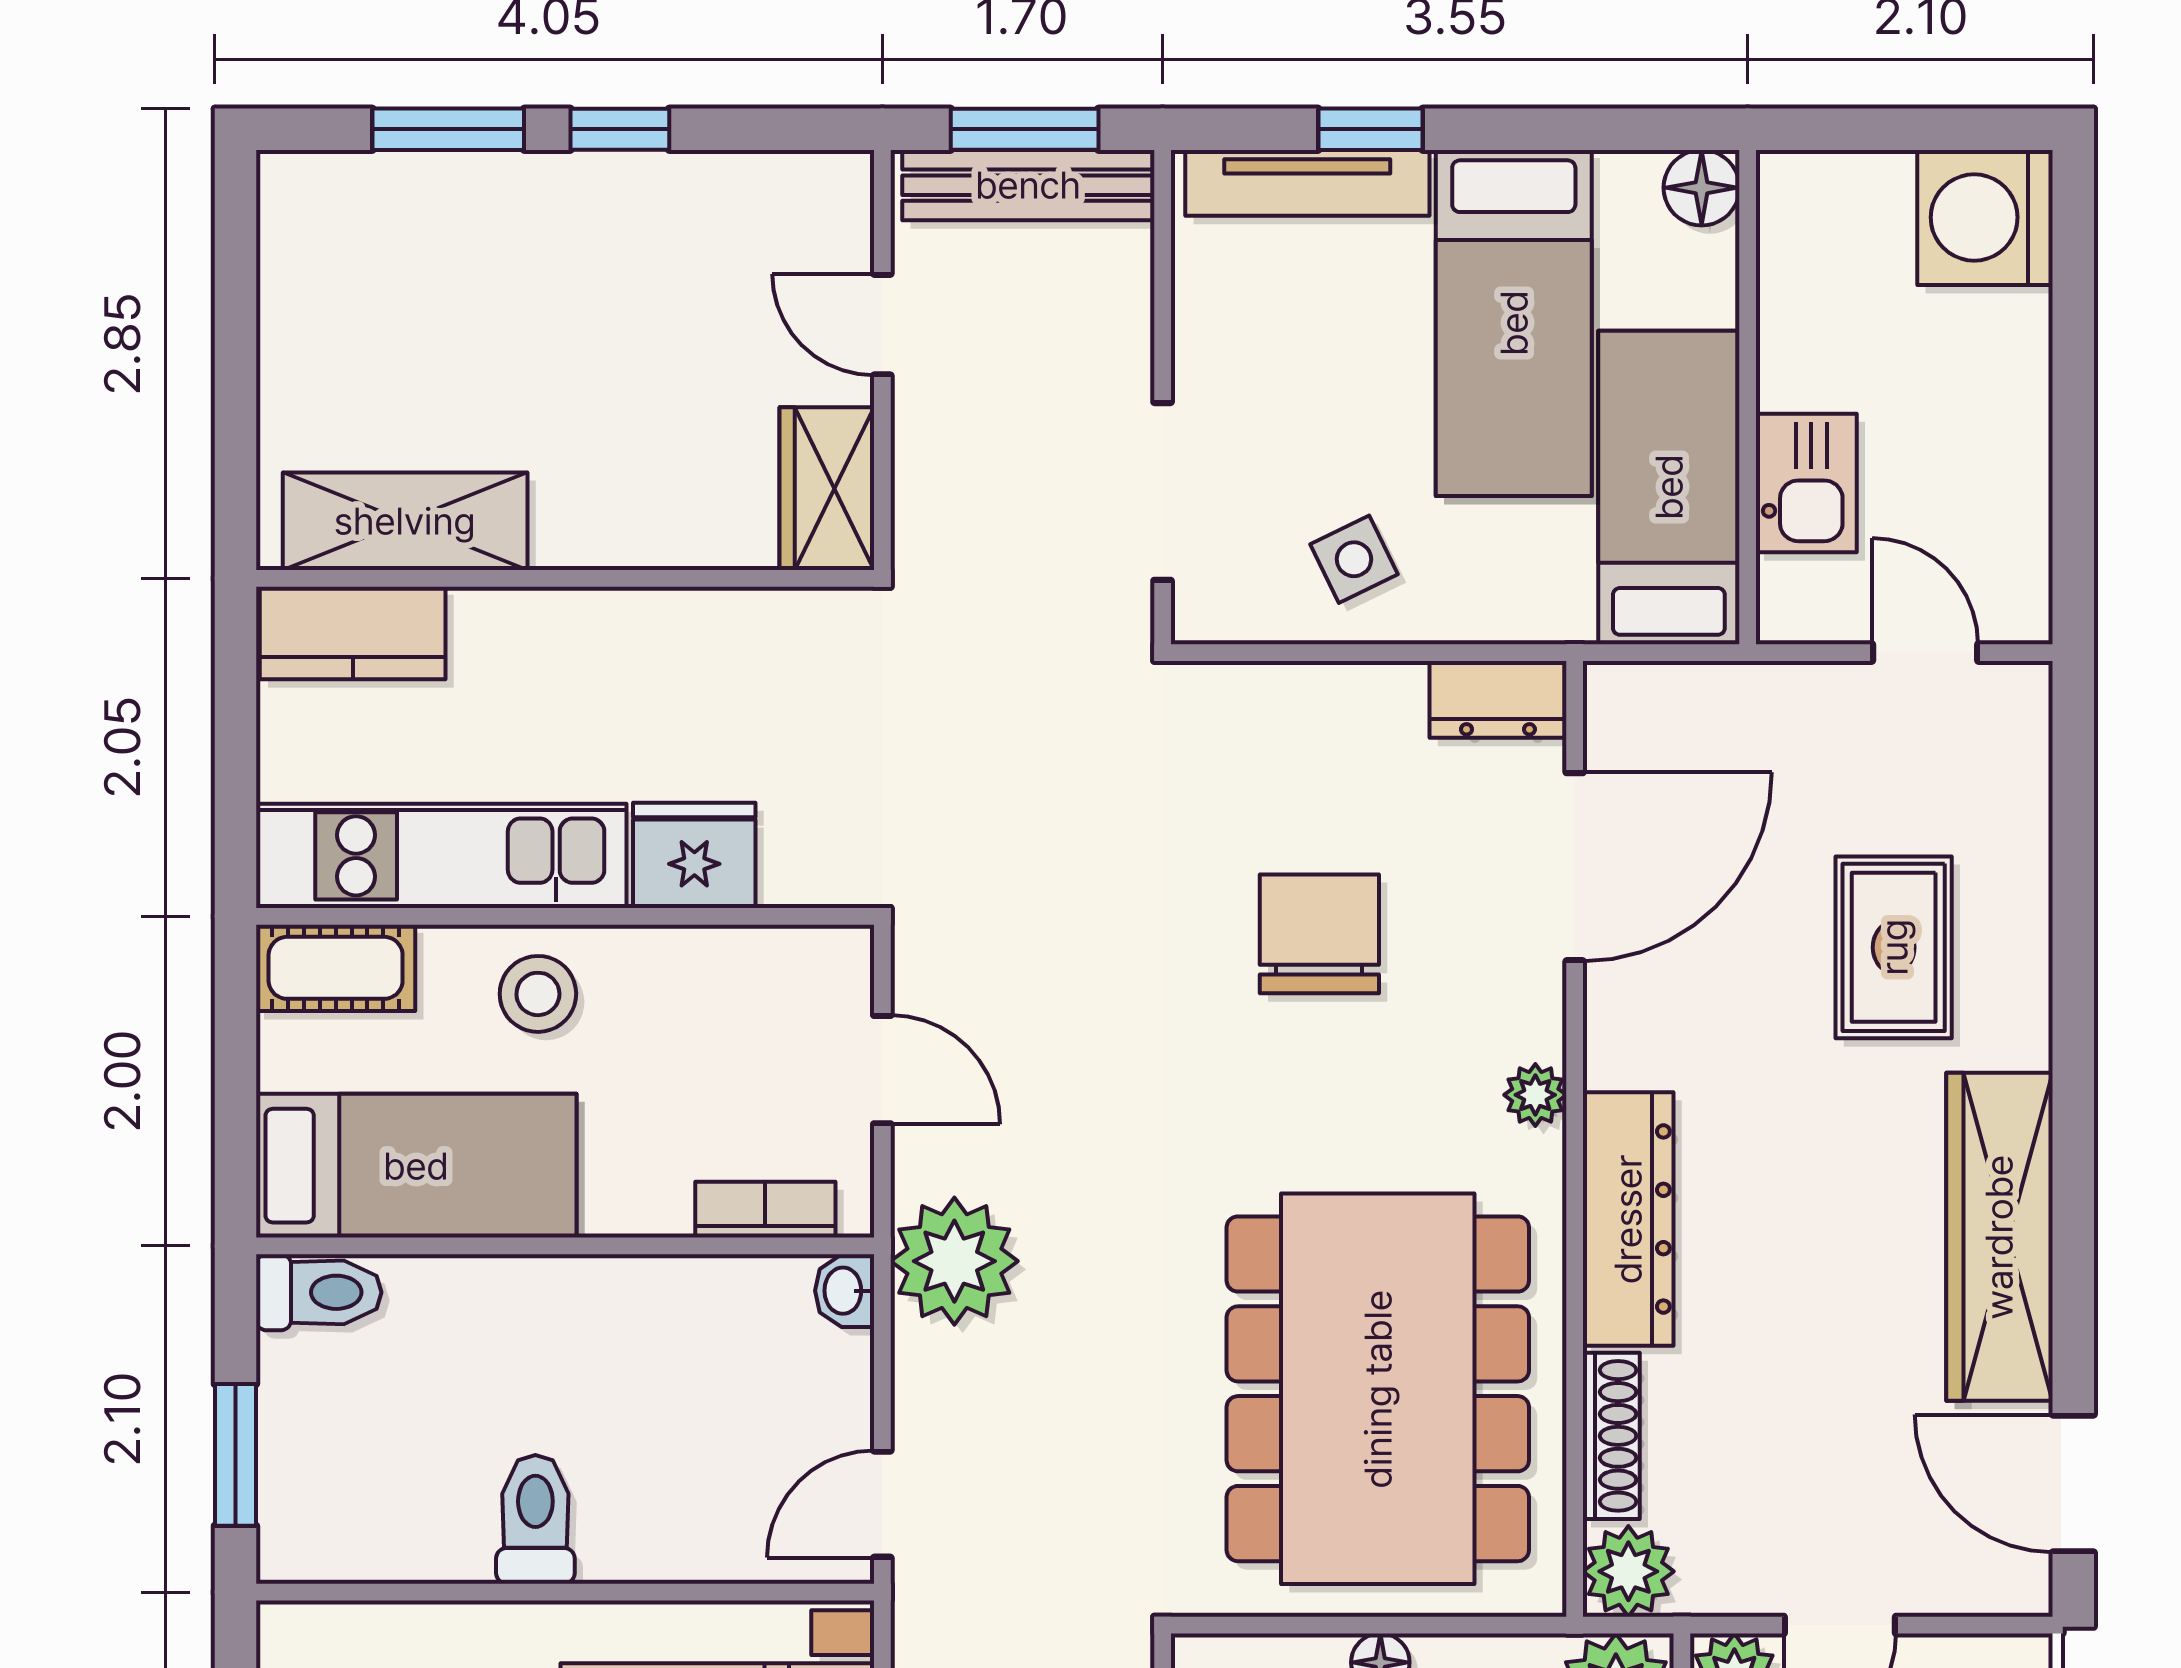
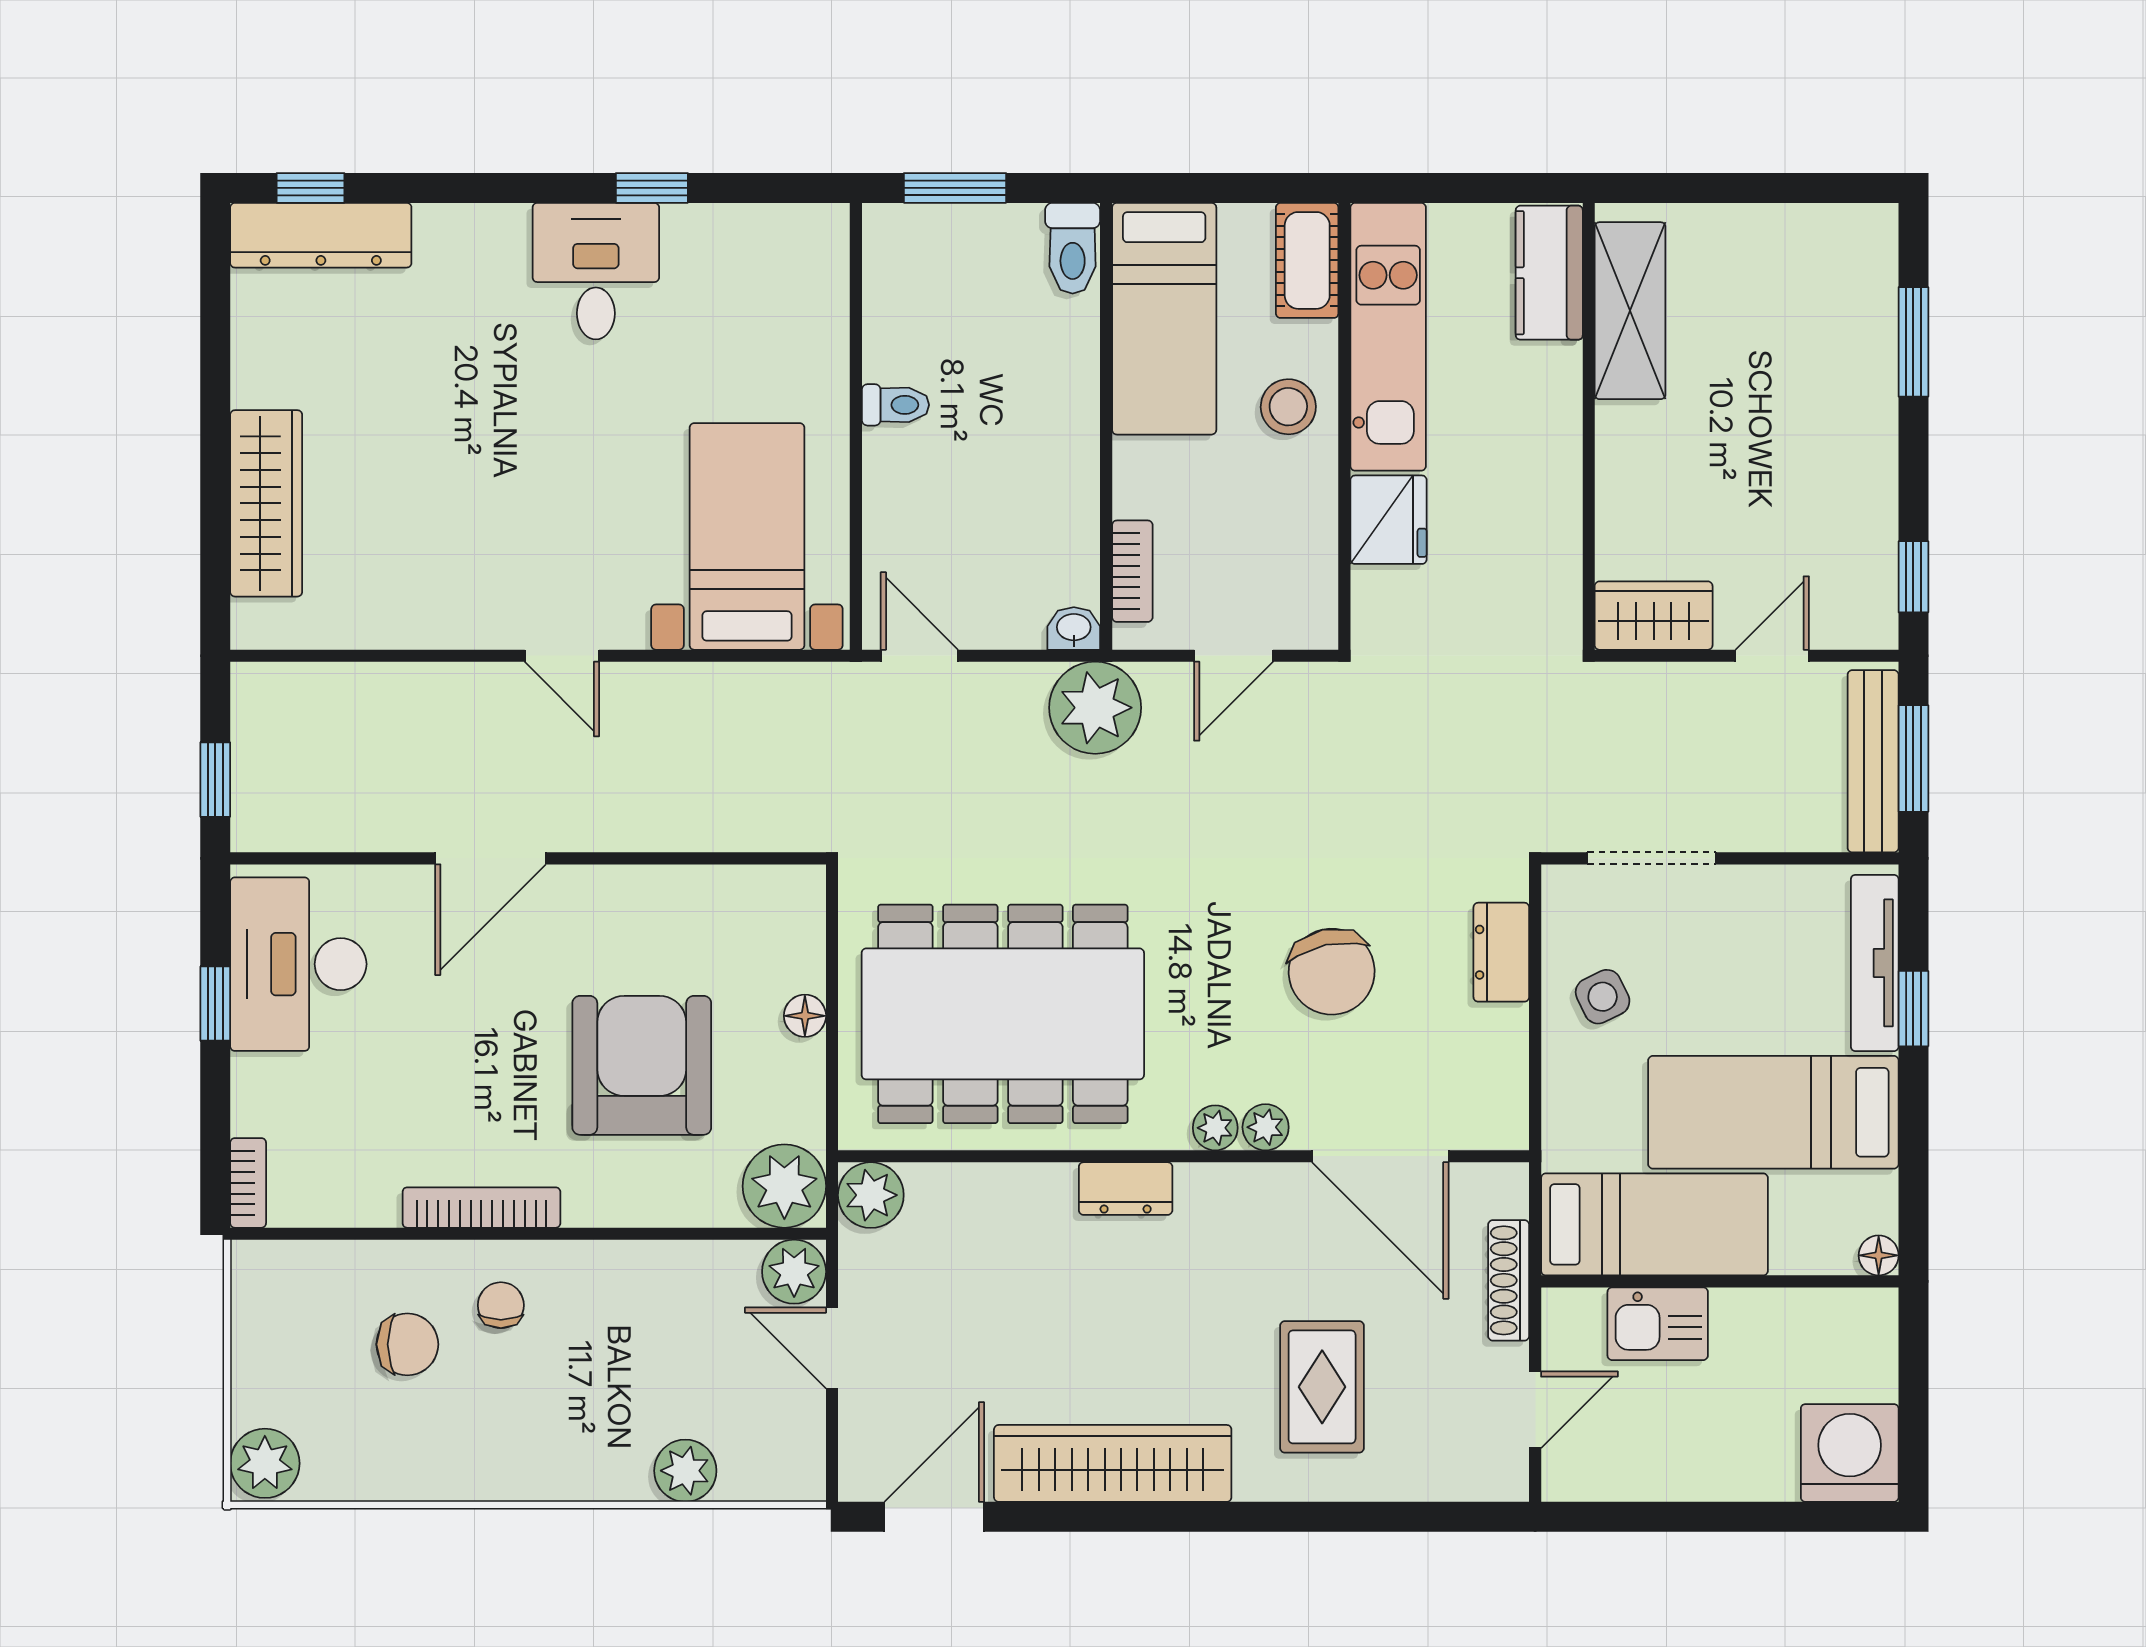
window: (620, 129) -> (1913, 577), moved
floor lamp: (1702, 188) -> (1879, 1255), width x0.73, depth x0.73
dresser: (1498, 699) -> (1501, 952), moved
chair: (1319, 934) -> (1332, 972), turned 78
rug: (1894, 947) -> (1322, 1387), turned 90
plant: (1534, 1025) -> (1266, 1127), added
dresser: (1628, 1219) -> (1126, 1189), width x0.51, depth x0.80
shoe rack: (1611, 1436) -> (1509, 1280), moved, turned 90
toilet: (535, 1519) -> (895, 405), width x0.73, depth x0.72

